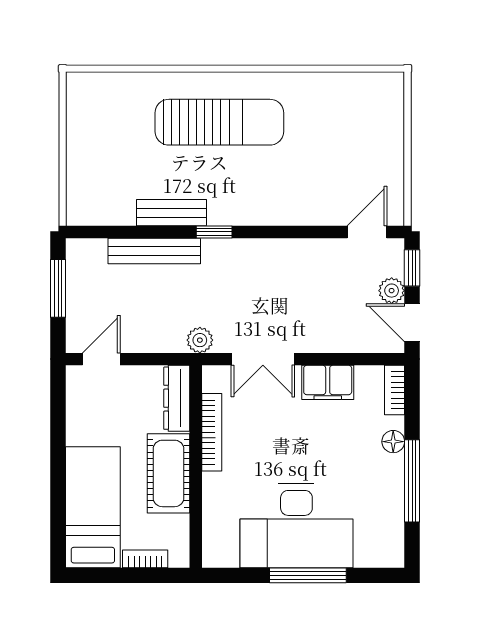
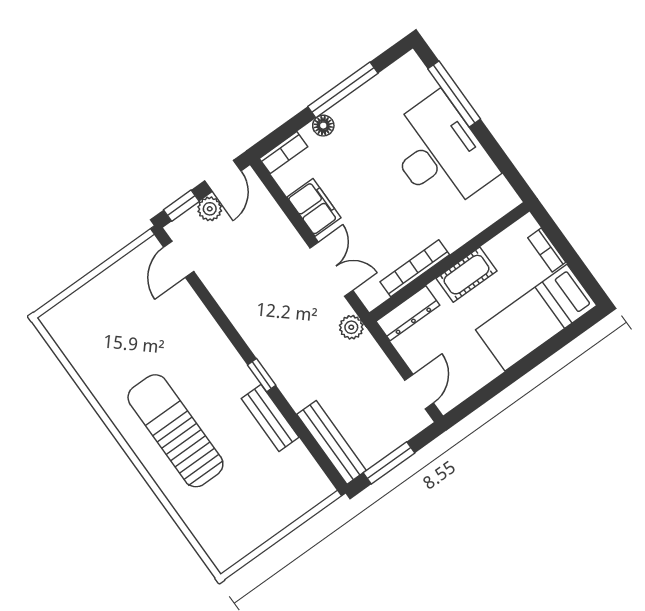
door: (367, 232) -> (179, 259), hinge flipped
bench: (154, 251) -> (332, 442), moved
door: (101, 359) -> (419, 392), swing flipped
cot: (169, 473) -> (467, 275), width x0.73, depth x0.75
window: (308, 575) -> (454, 94), moved

